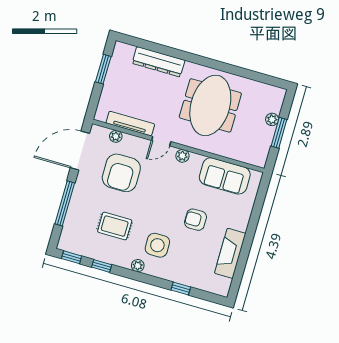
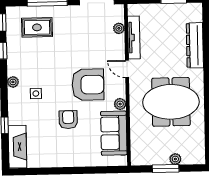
plant: (182, 156) -> (120, 104), moved
armchair: (121, 173) -> (88, 85), moved, turned 180
rug: (115, 226) -> (37, 27), moved, turned 90
side table: (157, 245) -> (36, 94), width x0.54, depth x0.54
fireplace: (230, 253) -> (17, 147), moved, turned 90

